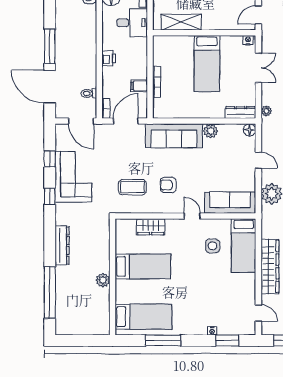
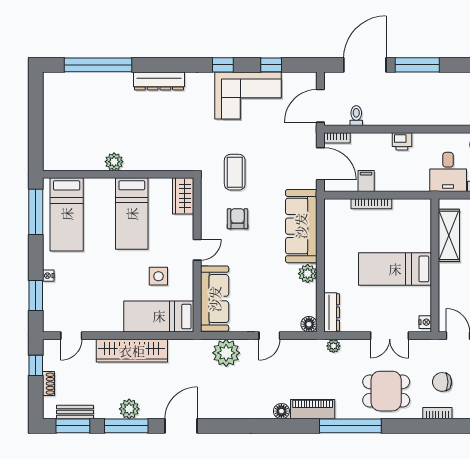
bed: (143, 266) -> (132, 214), moved
wall: (113, 277) -> (118, 174), moved
plant: (103, 280) -> (114, 162), moved
bed: (144, 317) -> (67, 214), moved

